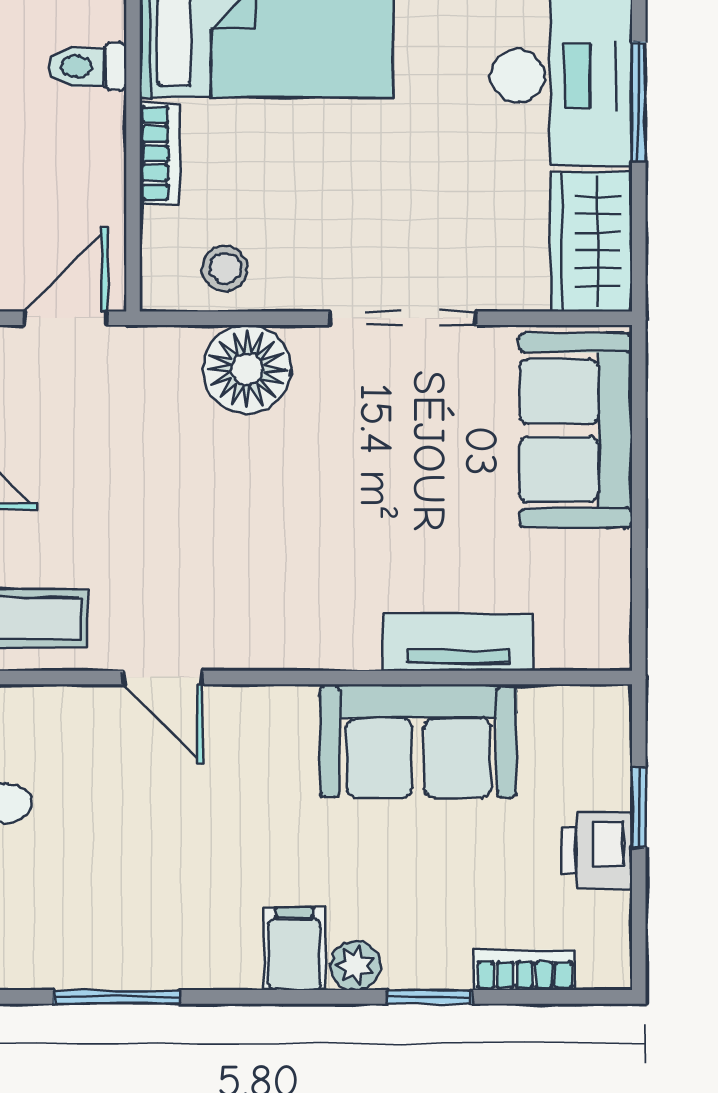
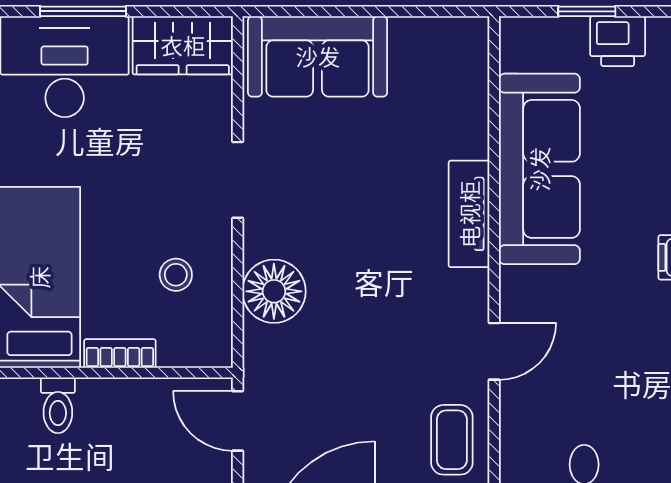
stool: (225, 268) -> (176, 275), moved
doorway: (403, 318) -> (238, 180), width x0.73
tv unit: (458, 642) -> (469, 214), moved
sofa: (418, 741) -> (539, 169), width x1.36

